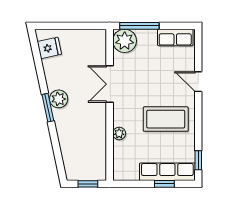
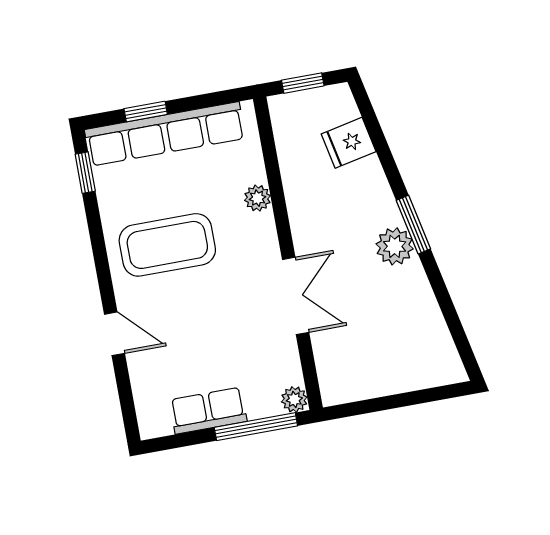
row of seats: (175, 37) -> (208, 411), moved
plant: (125, 41) -> (294, 399), width x0.53, depth x0.53
fridge: (49, 48) -> (349, 143), moved
row of seats: (167, 172) -> (165, 134), width x1.36

